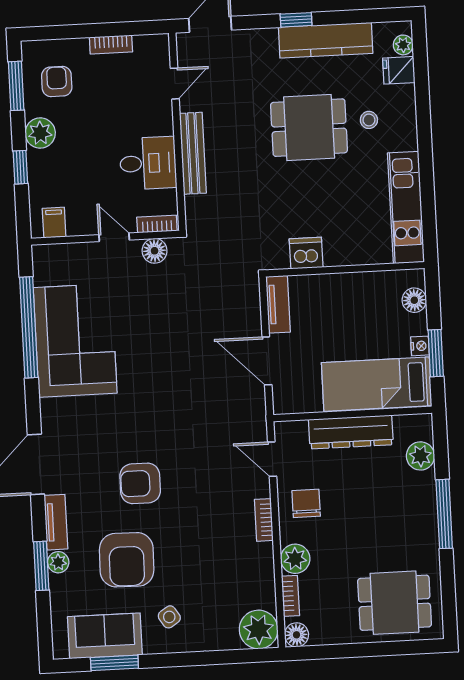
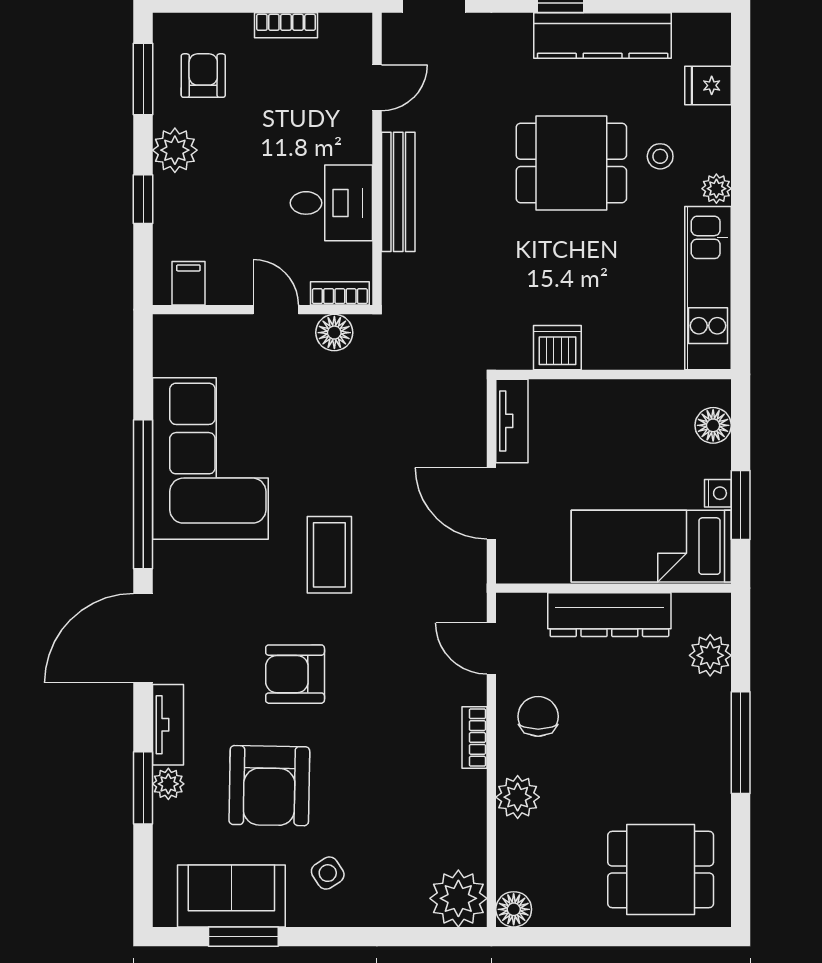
plant: (403, 45) -> (716, 189), moved
window: (29, 327) -> (143, 494), moved
coffee table: (159, 401) -> (329, 555), added
bookcase: (290, 596) -> (508, 851), removed

